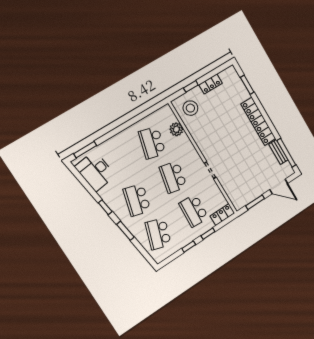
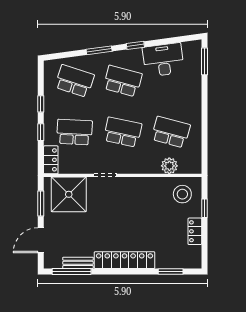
desk: (95, 171) -> (163, 60), moved
shower: (238, 187) -> (69, 194), added

